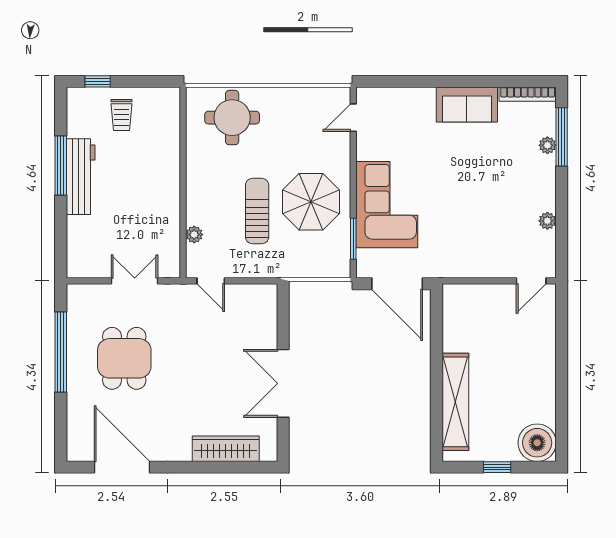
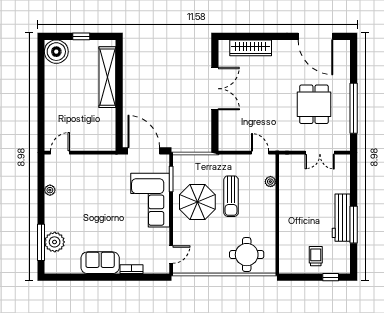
bookcase: (528, 94) -> (132, 269), moved, width x0.64
plant: (547, 145) -> (55, 242), width x1.87, depth x1.87
double door: (135, 281) -> (320, 153), moved

